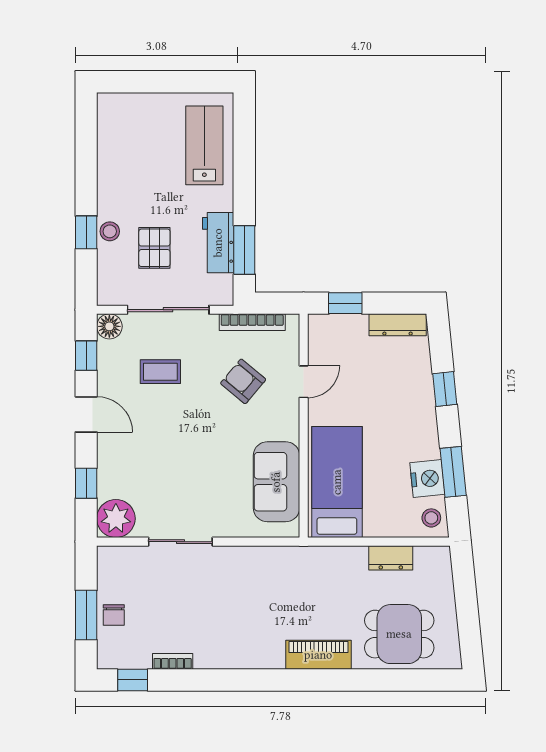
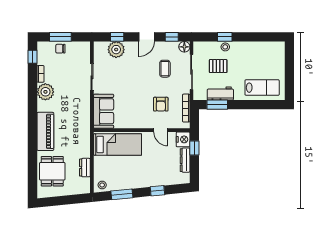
dresser: (398, 325) -> (185, 160), moved
armchair: (243, 381) -> (161, 104), turned 140
nightstand: (427, 479) -> (183, 139), moved, turned -84
sofa: (276, 482) -> (104, 111), moved, turned 90
plant: (116, 519) -> (116, 50), moved
plant: (214, 650) -> (45, 92), added
piano: (318, 655) -> (45, 131), width x1.37, depth x1.33

